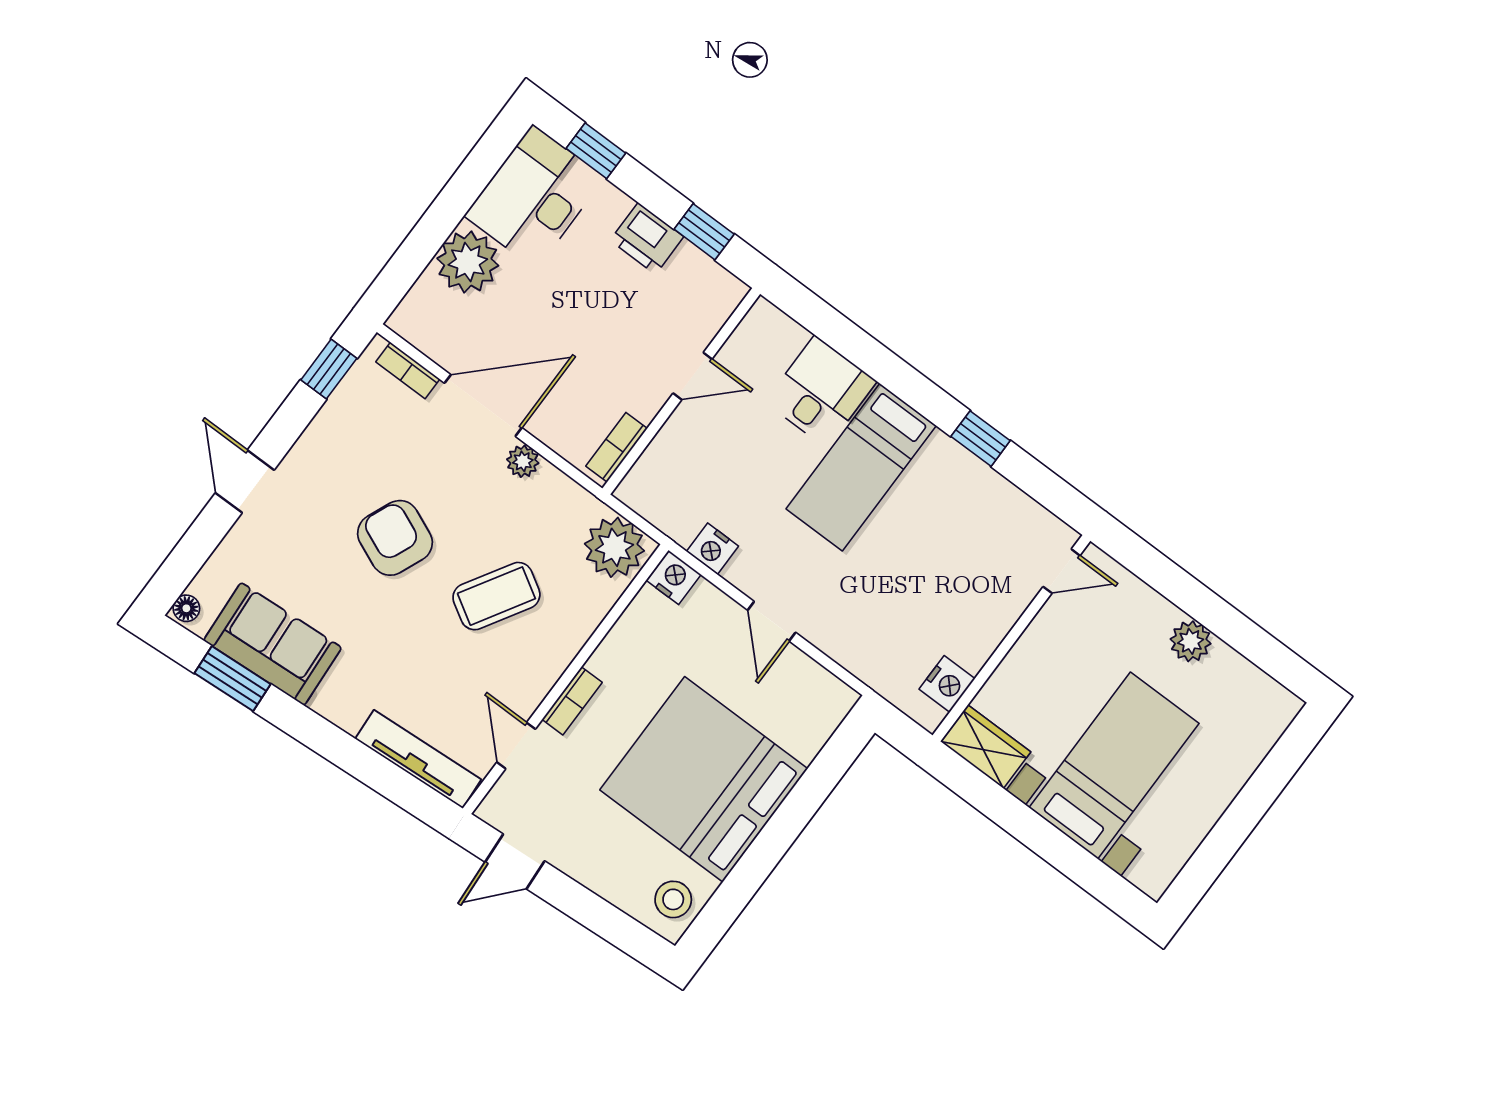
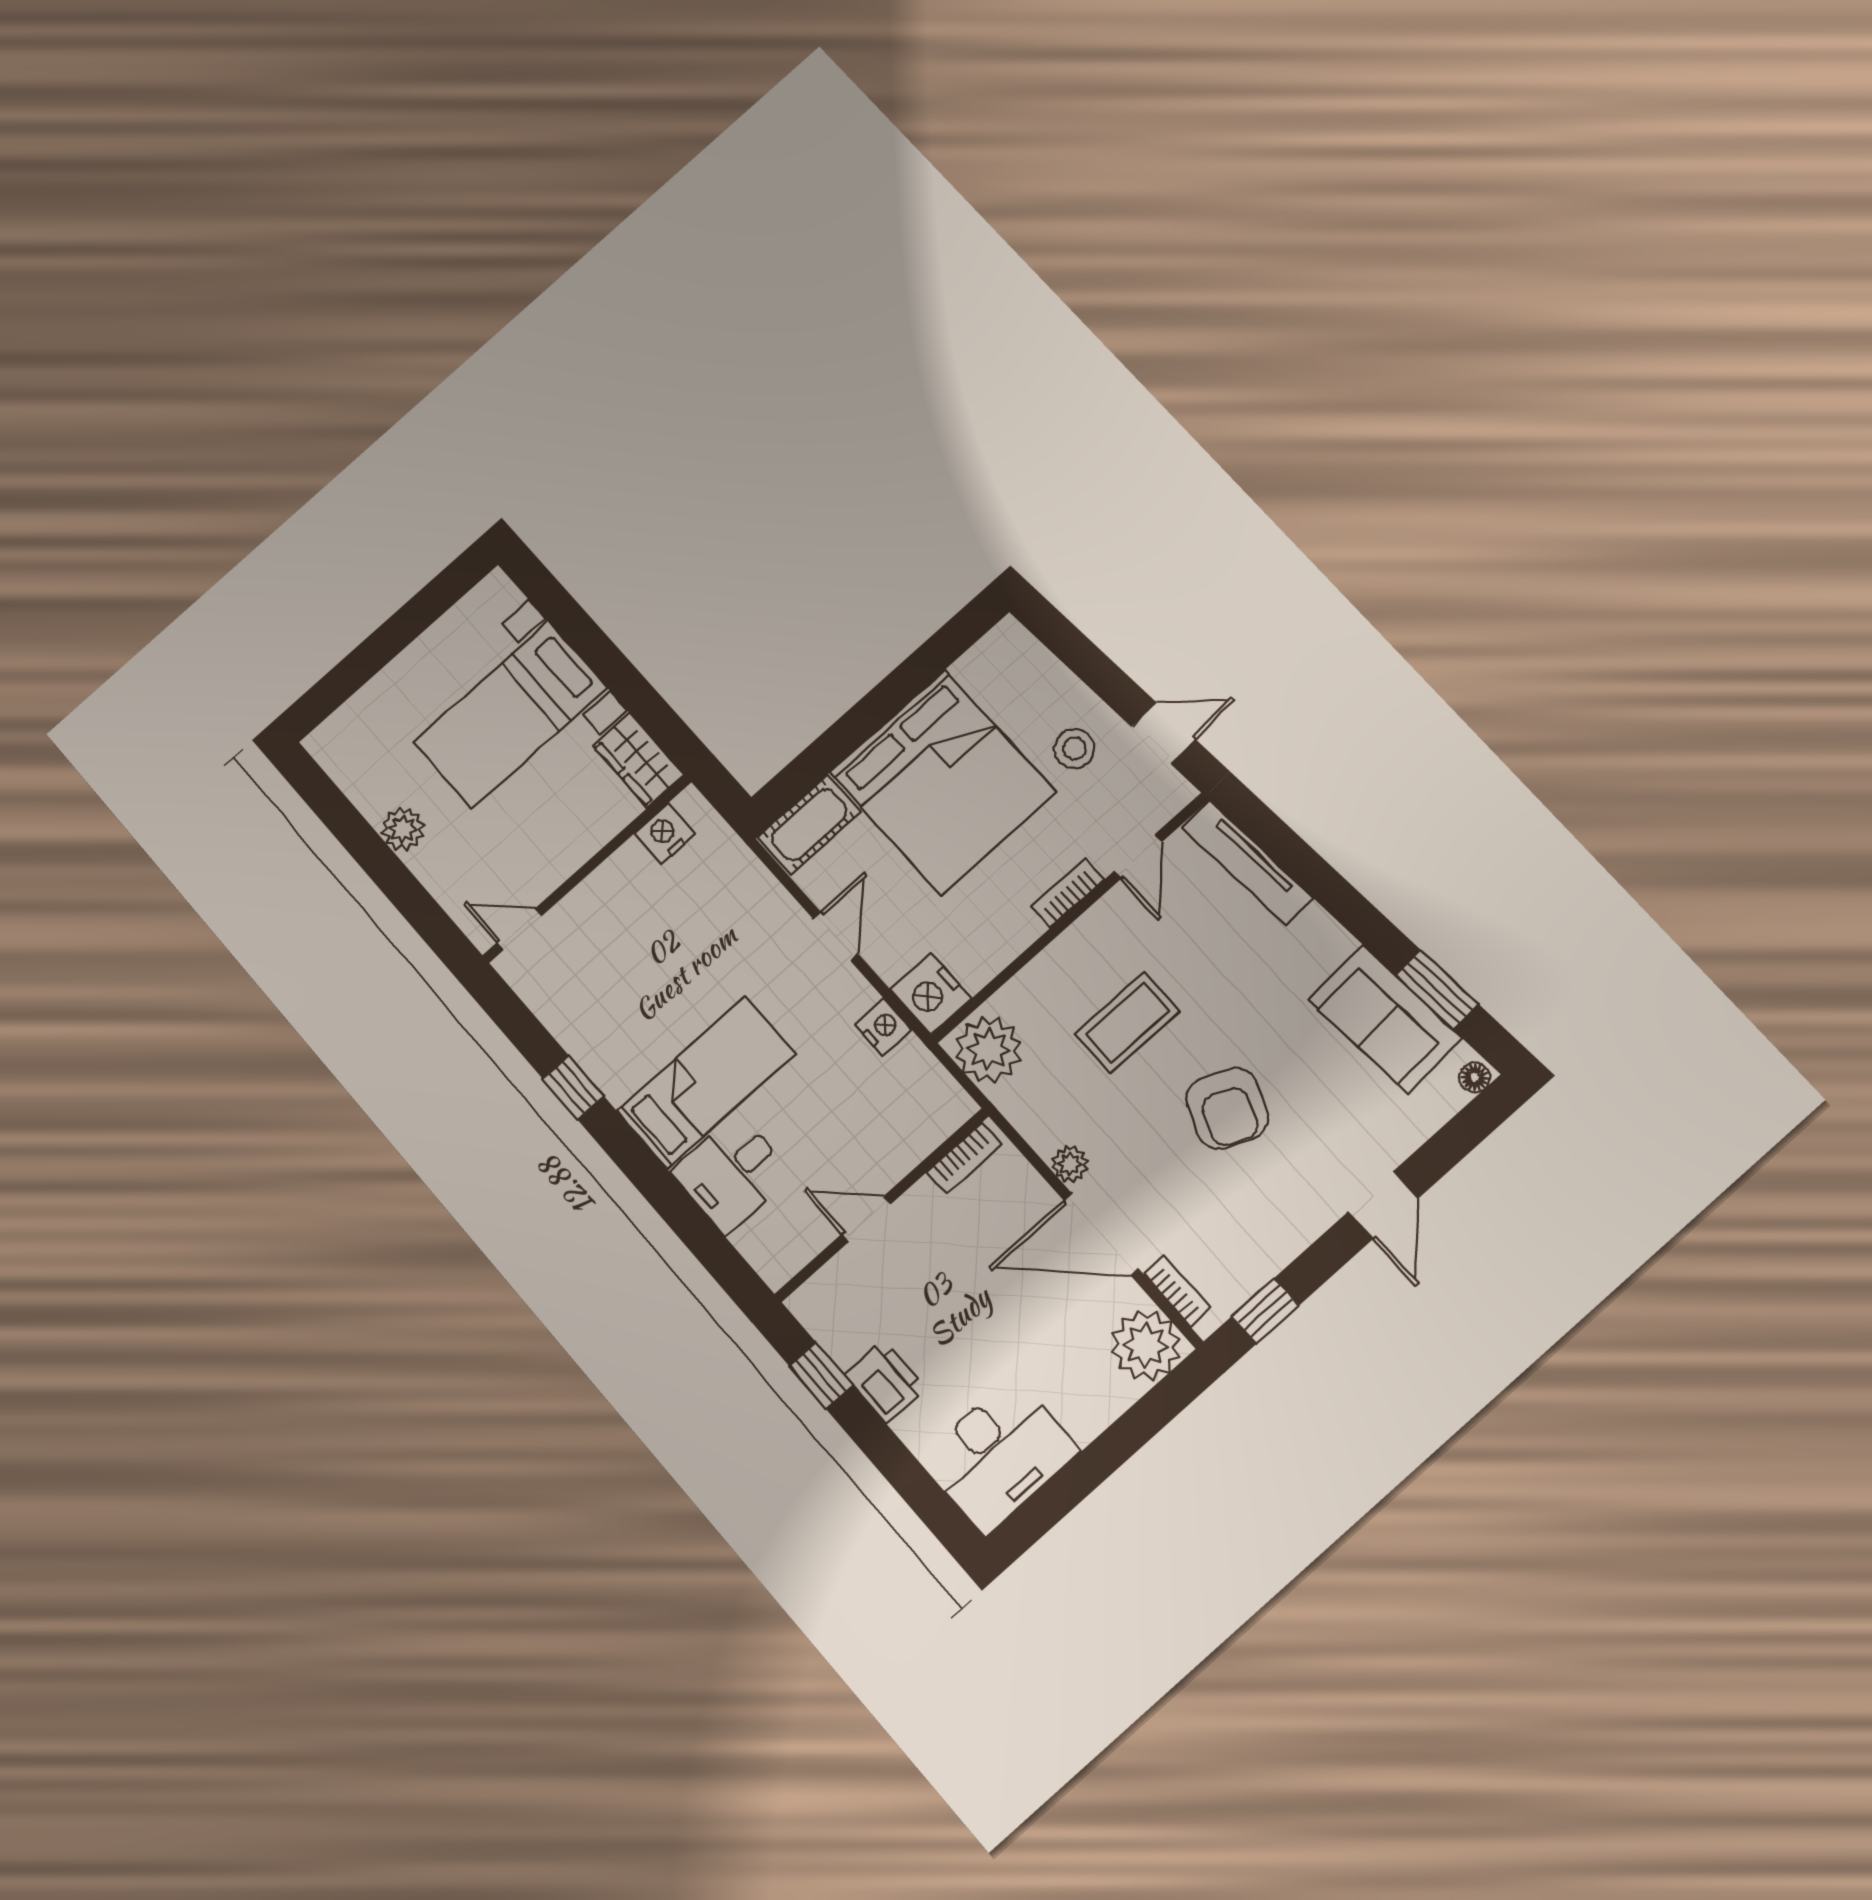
window: (596, 151) -> (921, 1492), removed
plant: (468, 262) -> (1146, 1345), moved
nightstand: (674, 577) -> (931, 994), width x1.36, depth x1.33
coffee table: (496, 596) -> (1128, 1022), turned -31
cot: (817, 717) -> (809, 825), added
stool: (673, 899) -> (1075, 748), moved

